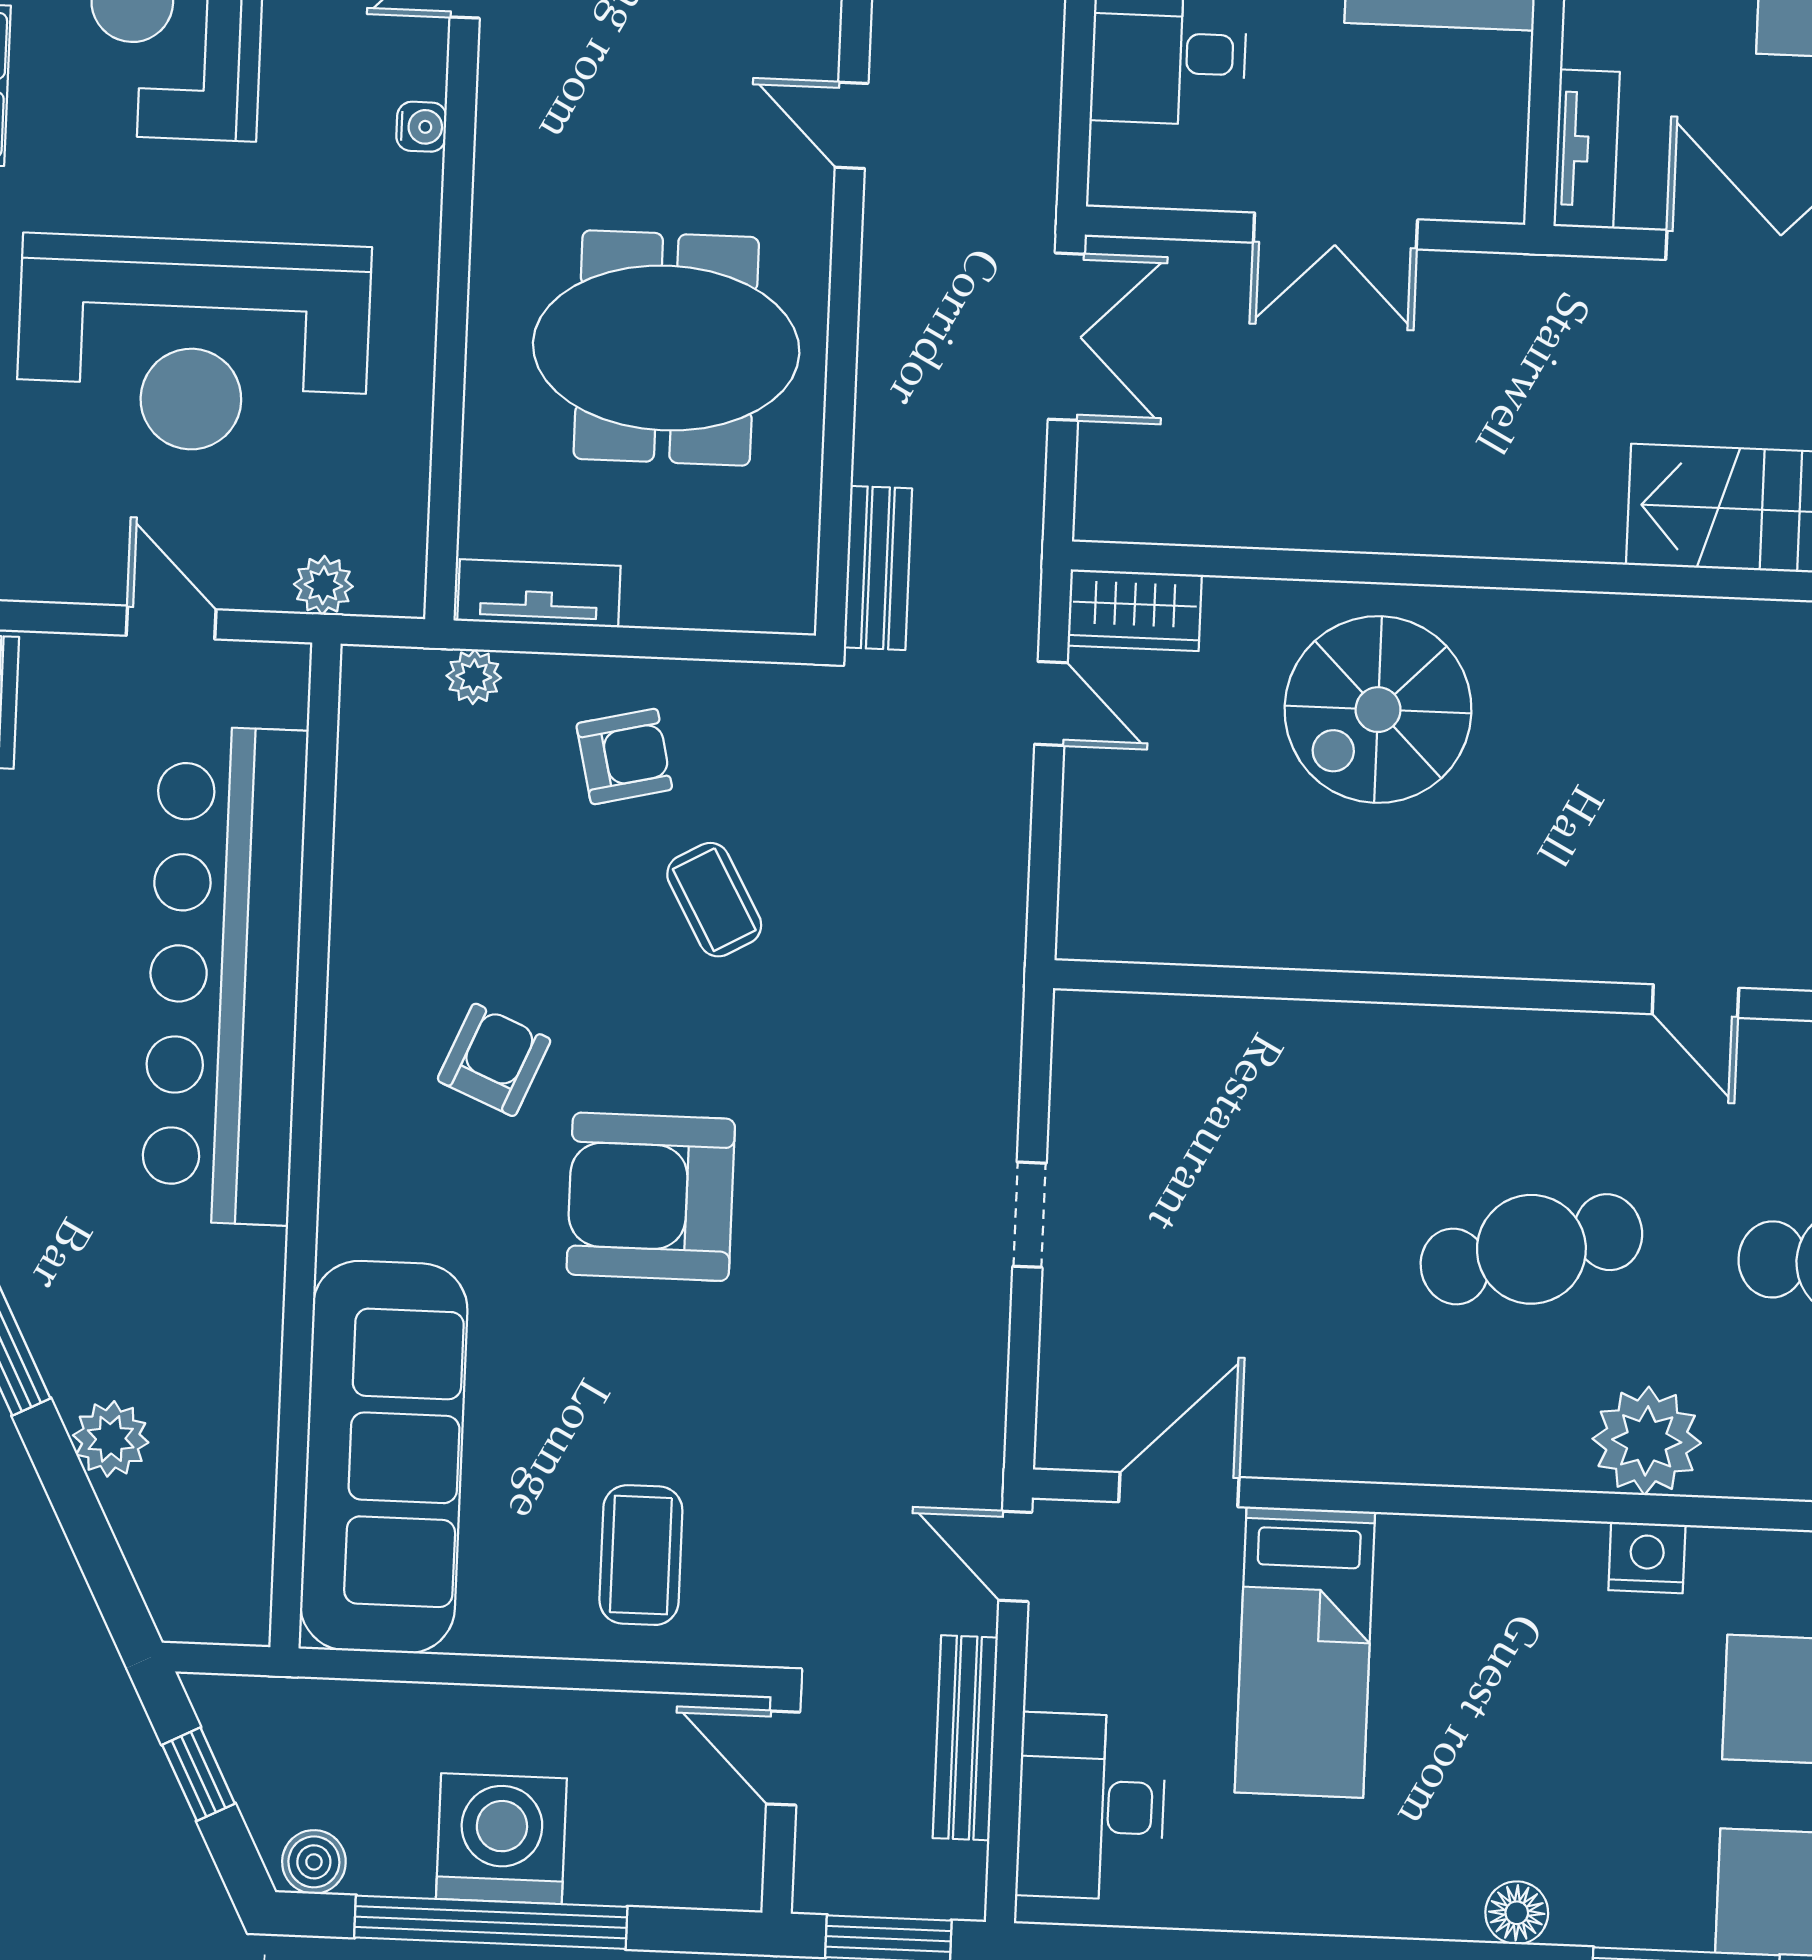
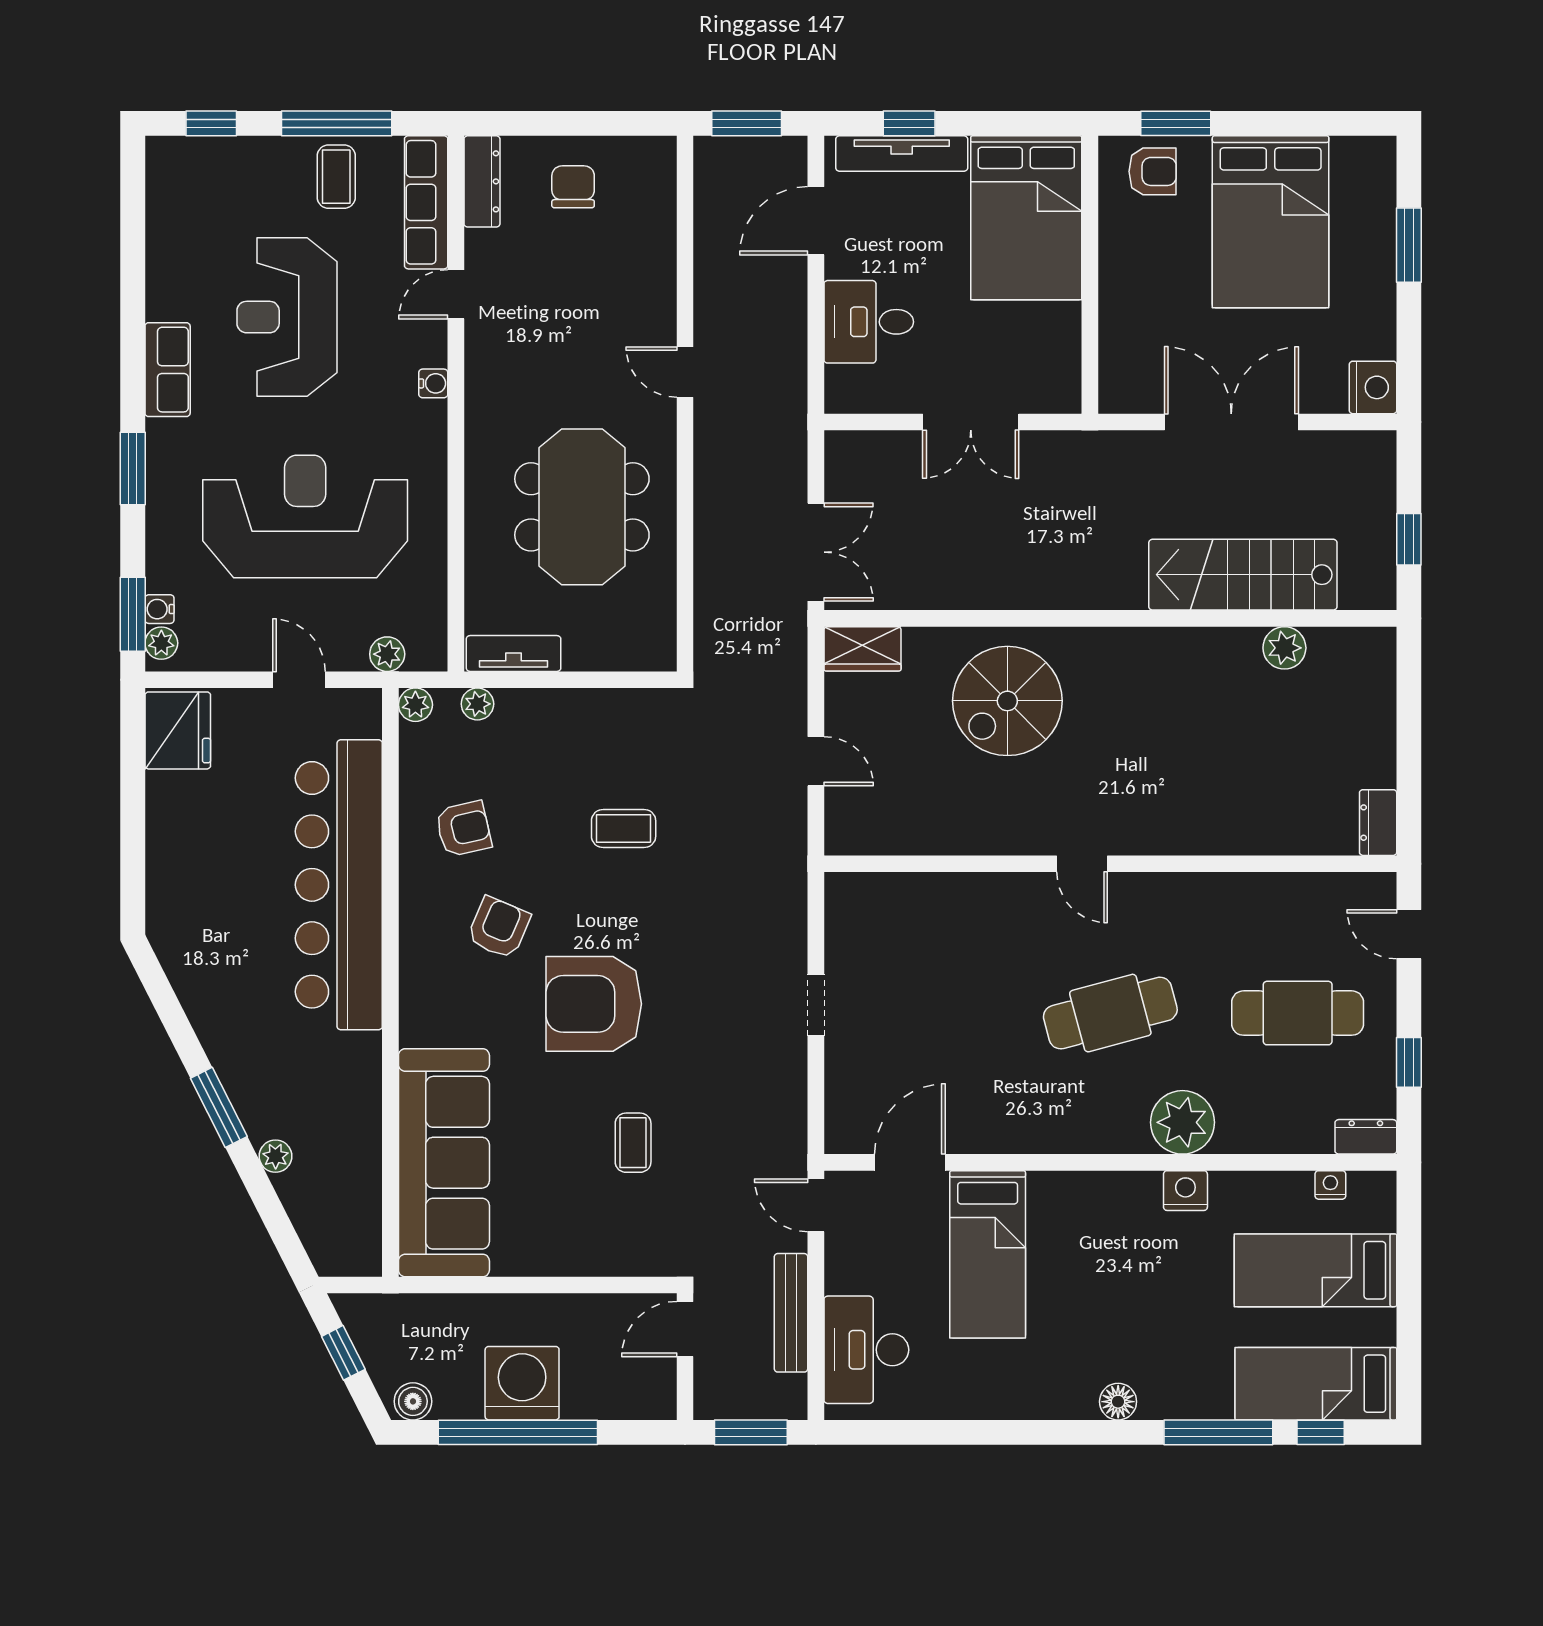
tv unit: (1587, 149) -> (1116, 368), removed
double door: (1066, 337) -> (816, 552), moved
reception desk: (193, 345) -> (305, 516), turned 180
meeting table: (666, 348) -> (582, 507), turned 90
bench: (878, 568) -> (711, 630), removed
plant: (368, 674) -> (415, 705), added
door: (1051, 703) -> (816, 761), moved
armchair: (624, 756) -> (463, 829), moved
coffee table: (714, 900) -> (624, 828), turned -61
door: (1695, 1001) -> (1082, 864), moved
plant: (111, 1439) -> (275, 1156), width x0.73, depth x0.73
coffee table: (641, 1555) -> (633, 1143), moved, width x0.73, depth x0.77
door: (783, 1758) -> (685, 1329), hinge flipped

